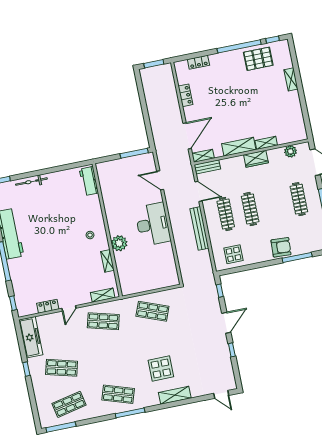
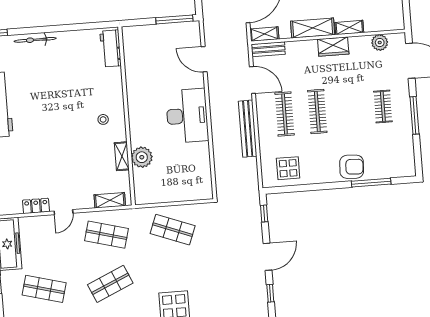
clothes rail: (299, 199) -> (383, 106), width x0.73
plant: (119, 243) -> (142, 157), moved
shop shelf: (111, 358) -> (110, 284), added

